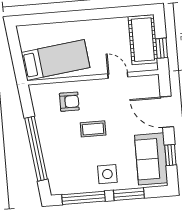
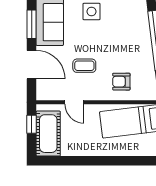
coffee table: (93, 129) -> (84, 66), moved
window: (170, 155) -> (32, 24), width x1.50

